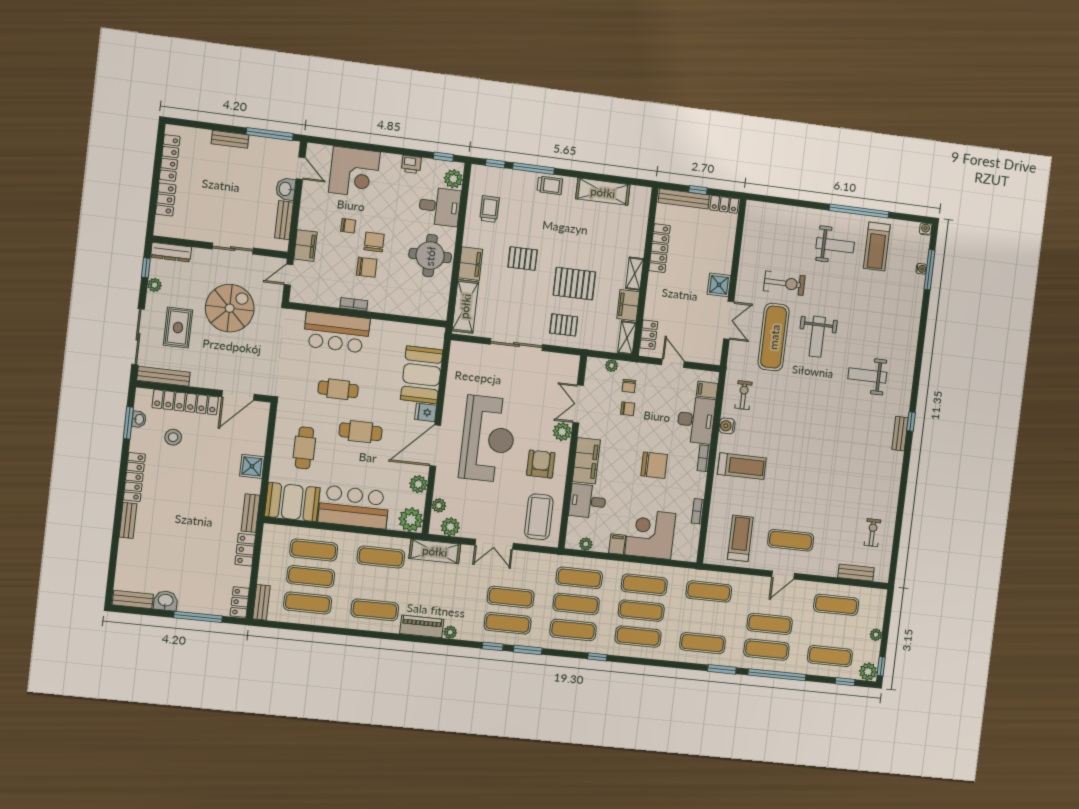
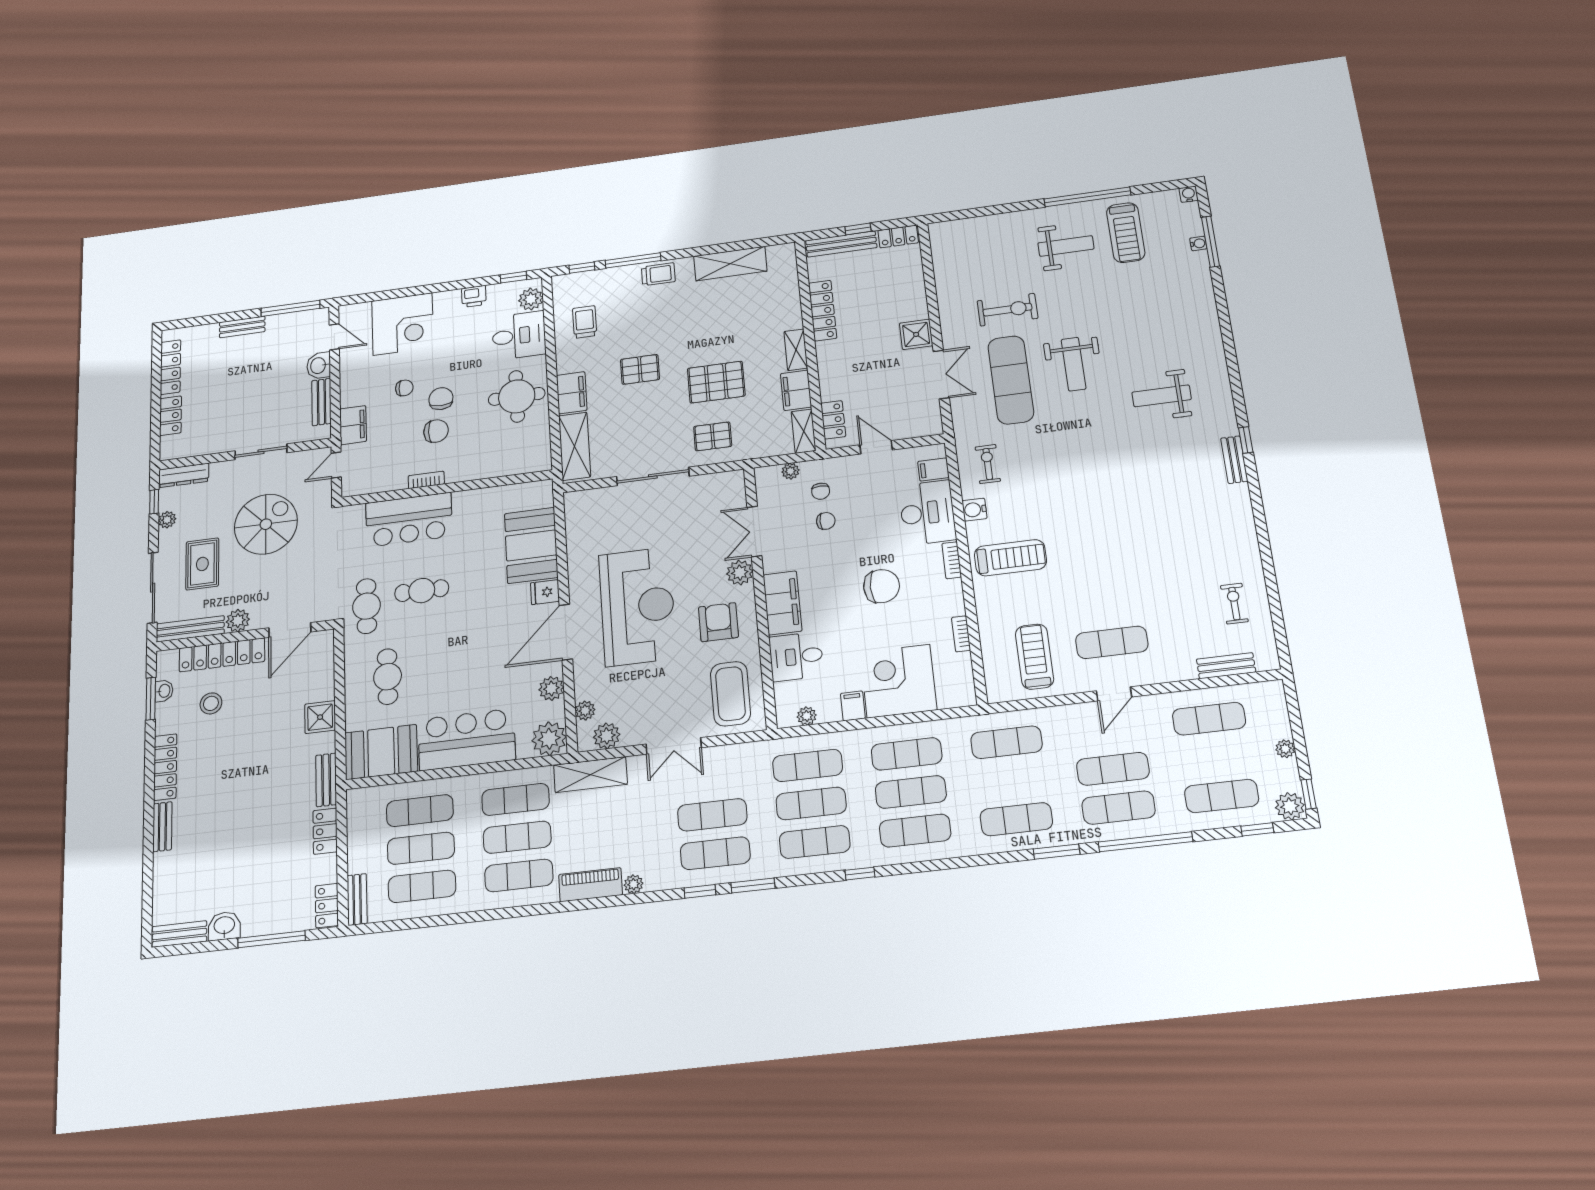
plant: (200, 379) -> (238, 621), added
cafe table: (361, 432) -> (367, 606), moved, turned 90
exercise mat: (378, 583) -> (517, 837), added

